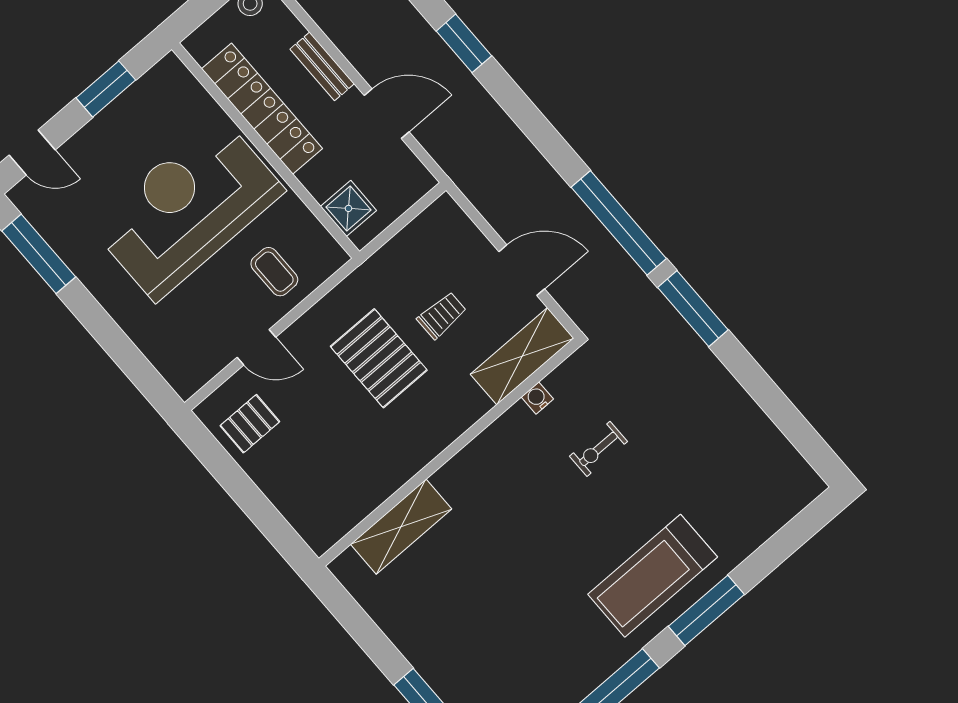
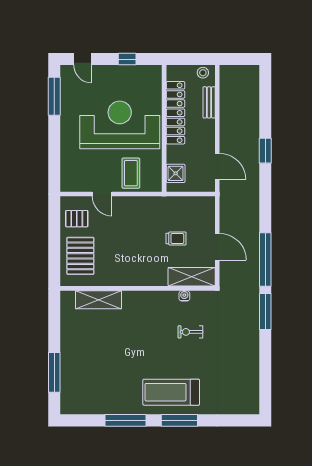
bench: (322, 66) -> (209, 102), moved
window: (106, 89) -> (127, 59), width x0.67
door: (387, 114) -> (217, 166), moved
coffee table: (274, 272) -> (131, 173), width x1.36, depth x1.30
pallet: (379, 358) -> (80, 256), moved

